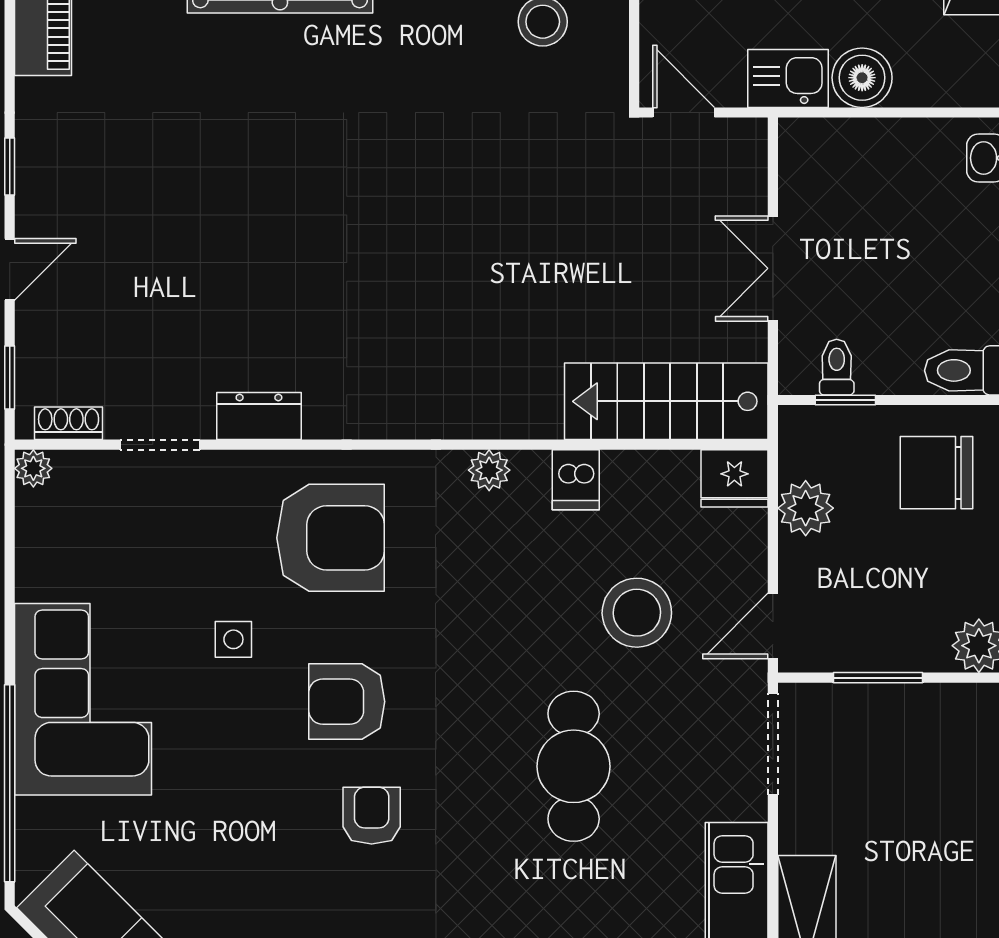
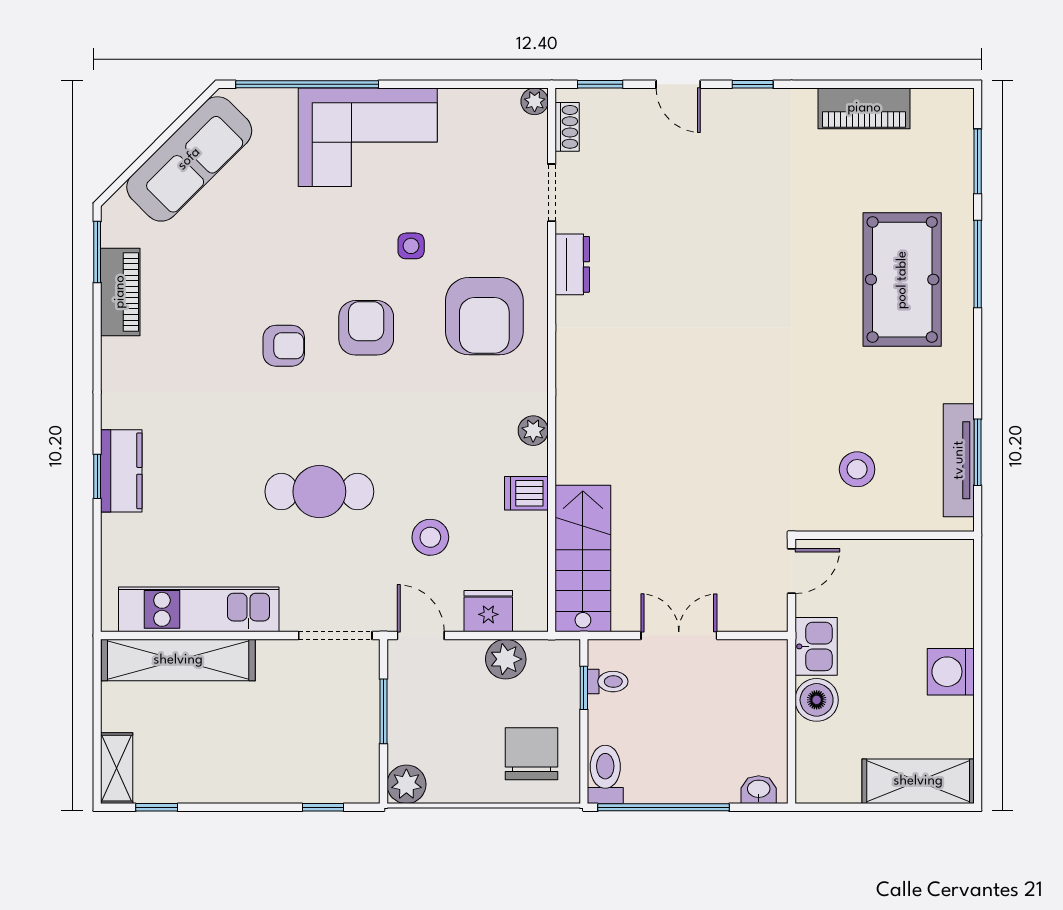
fridge: (734, 478) -> (488, 611), moved, turned 90
stool: (637, 613) -> (430, 537), width x0.73, depth x0.73

